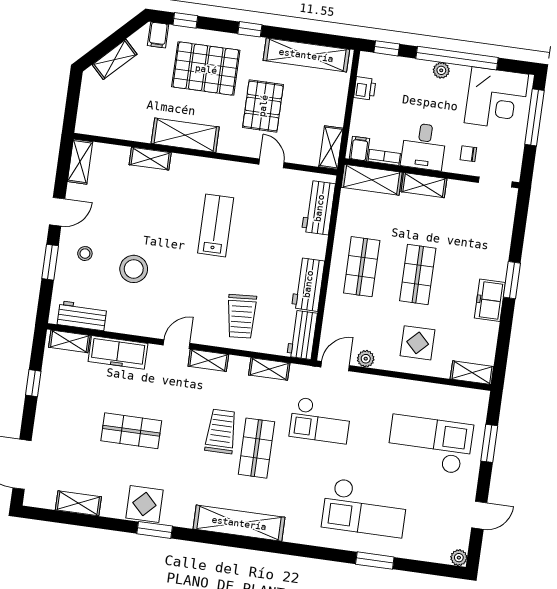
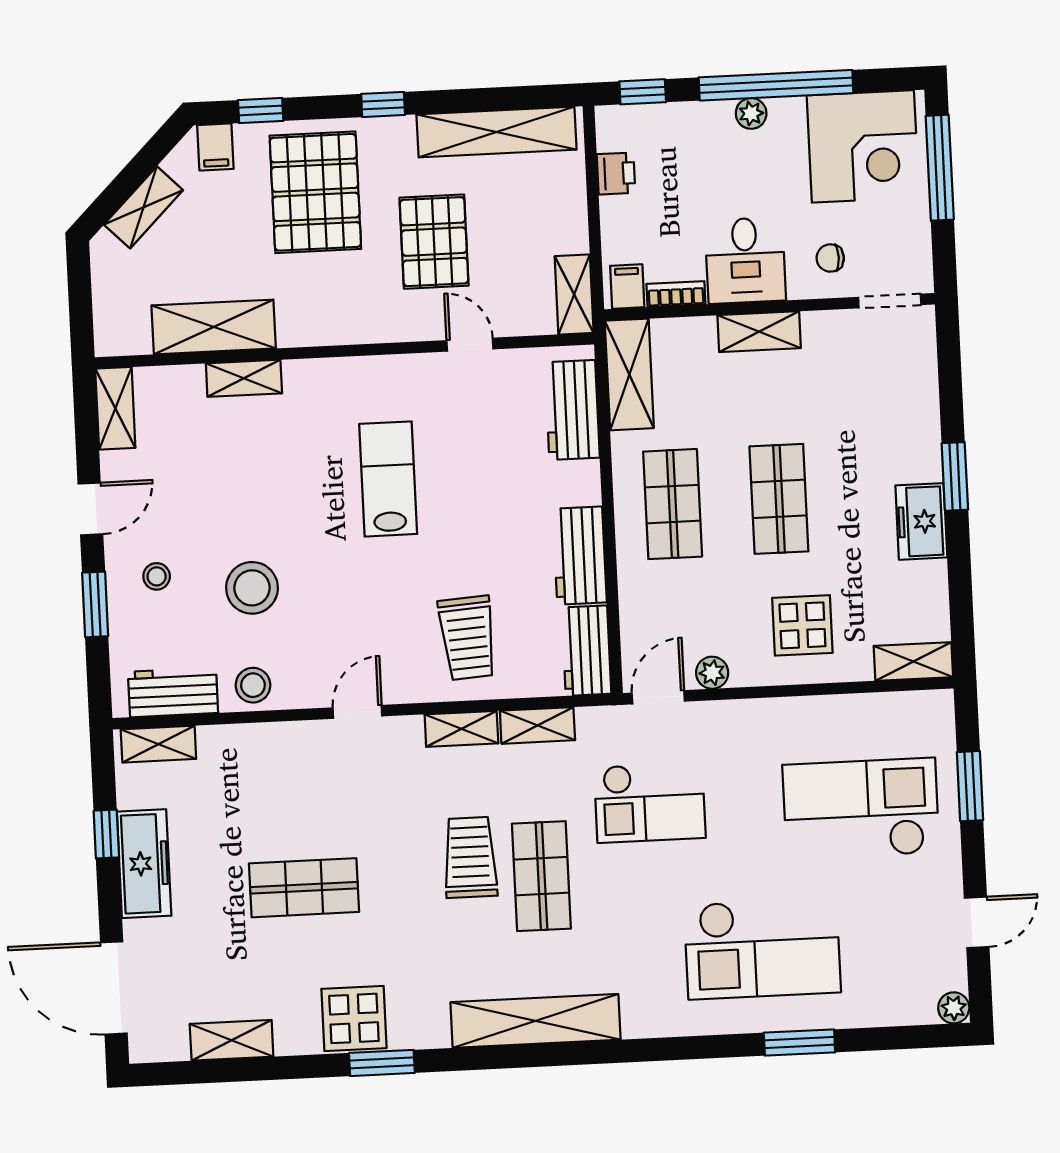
pallet: (206, 69) -> (315, 192), turned 90
shelving: (185, 135) -> (214, 327), moved
shelving: (372, 180) -> (629, 374), moved, turned 90
stool: (125, 320) -> (253, 685), added
freezer: (118, 352) -> (144, 864), moved, turned -90
shelving: (208, 360) -> (461, 729), moved

